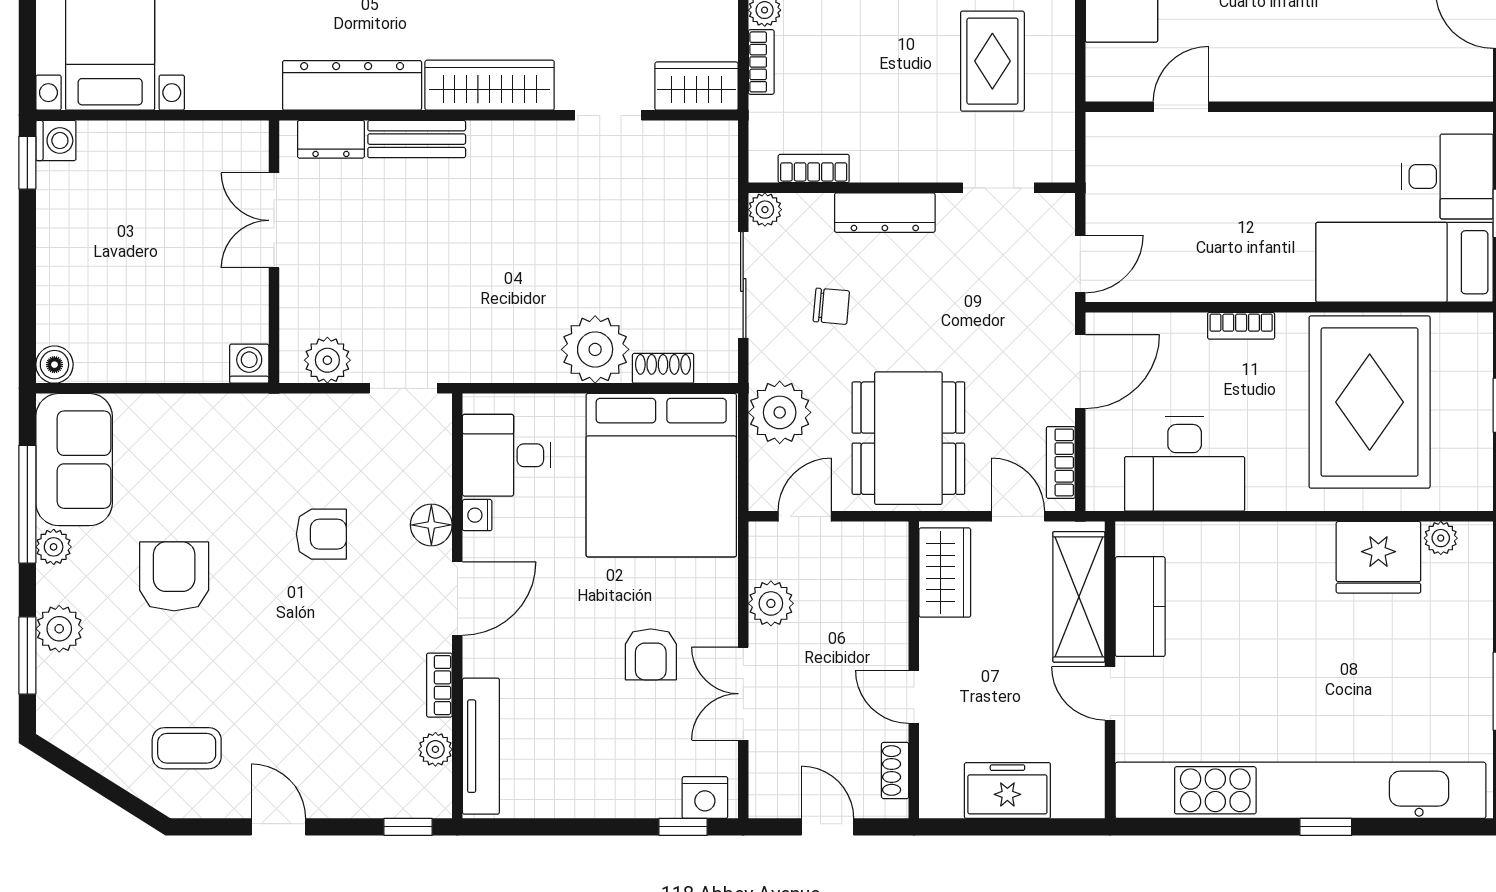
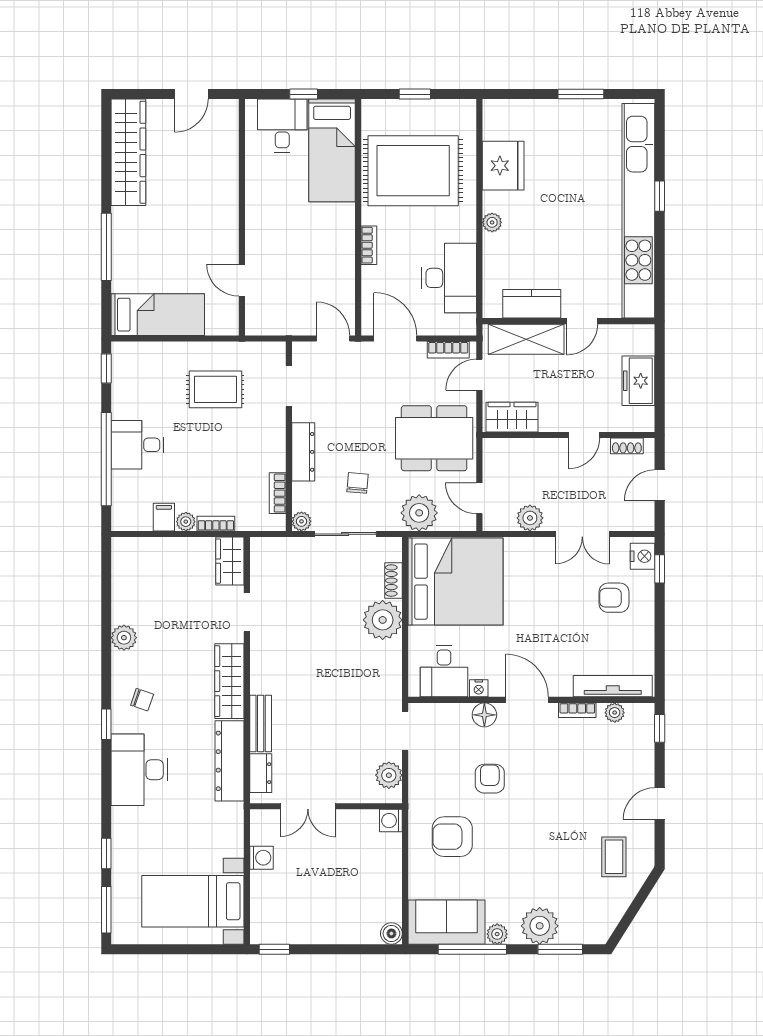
washing machine: (56, 141) -> (261, 858), moved, turned 90
plant: (1441, 538) -> (492, 222), moved
armchair: (174, 576) -> (452, 837), moved
plant: (59, 629) -> (540, 926), width x1.36, depth x1.36
armchair: (651, 654) -> (614, 598), moved, turned 180

